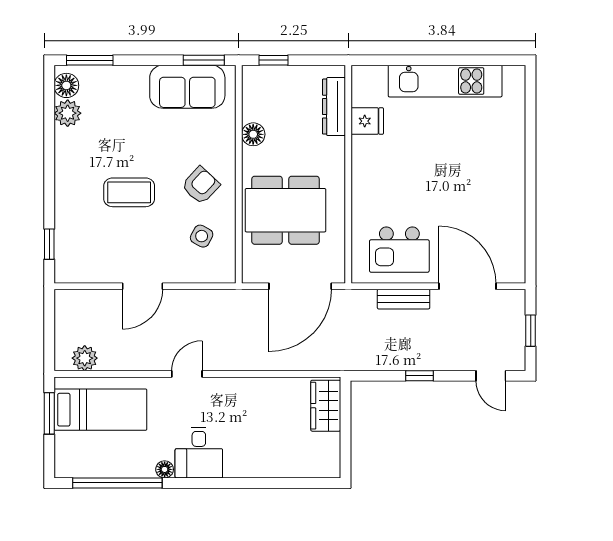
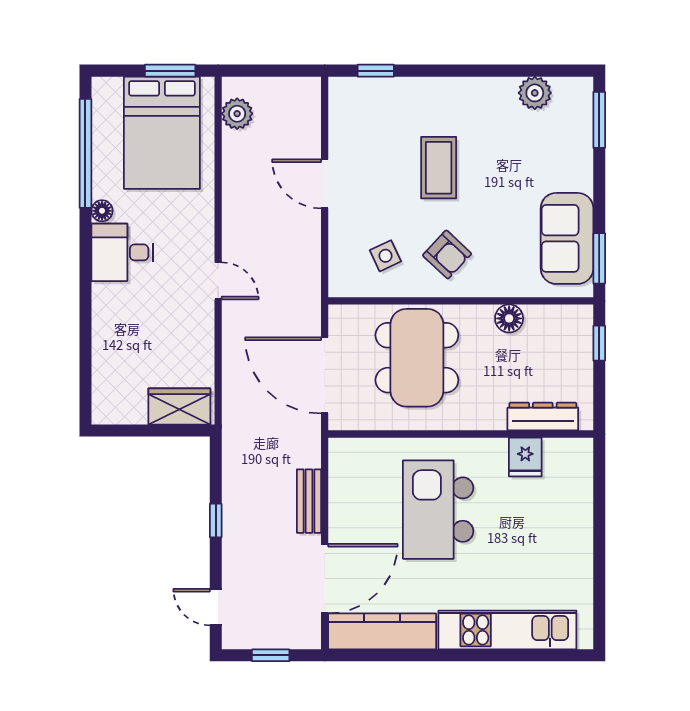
kitchen unit: (445, 81) -> (507, 630), moved, turned 90
floor lamp: (66, 85) -> (568, 91), removed
side table: (202, 236) -> (385, 256), turned 37
kitchen counter: (511, 239) -> (382, 631), added
kitchen island: (399, 250) -> (438, 510), moved, width x1.37, depth x1.28
door: (187, 374) -> (218, 281), moved
door: (491, 376) -> (216, 607), hinge flipped
bed: (100, 410) -> (162, 133), width x1.50

